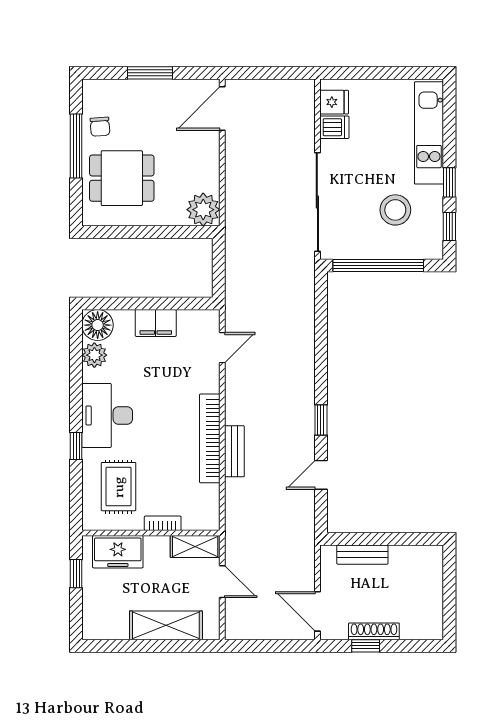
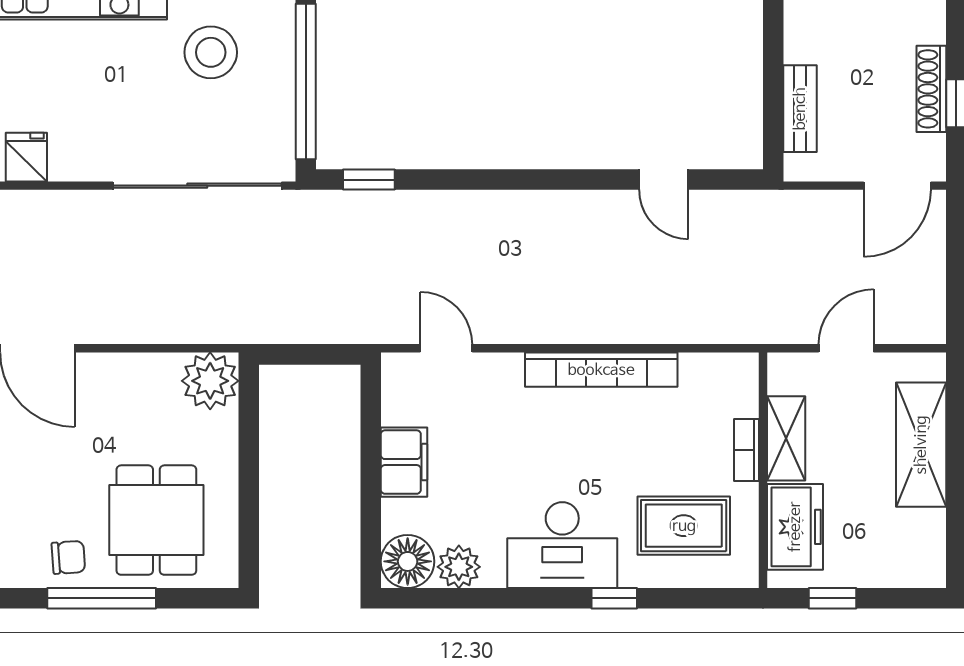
dishwasher: (334, 127) -> (69, 157), removed
window: (321, 420) -> (369, 180), moved
bench: (234, 451) -> (623, 327), removed
shelving: (195, 546) -> (786, 438), moved

